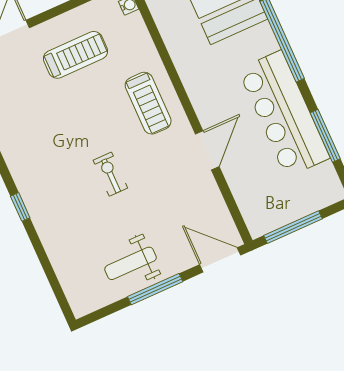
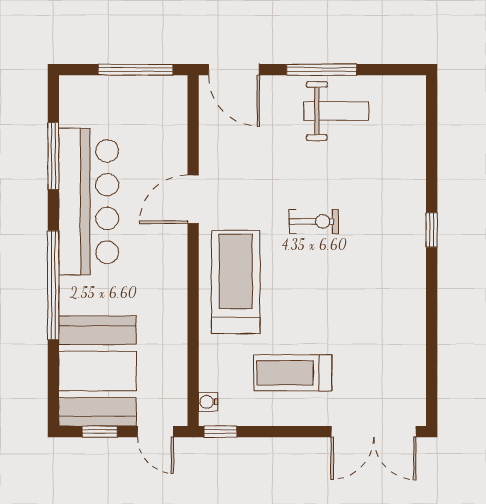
treadmill: (148, 103) -> (236, 282), width x1.37, depth x1.38
exercise bike: (110, 174) -> (314, 221), turned -90

